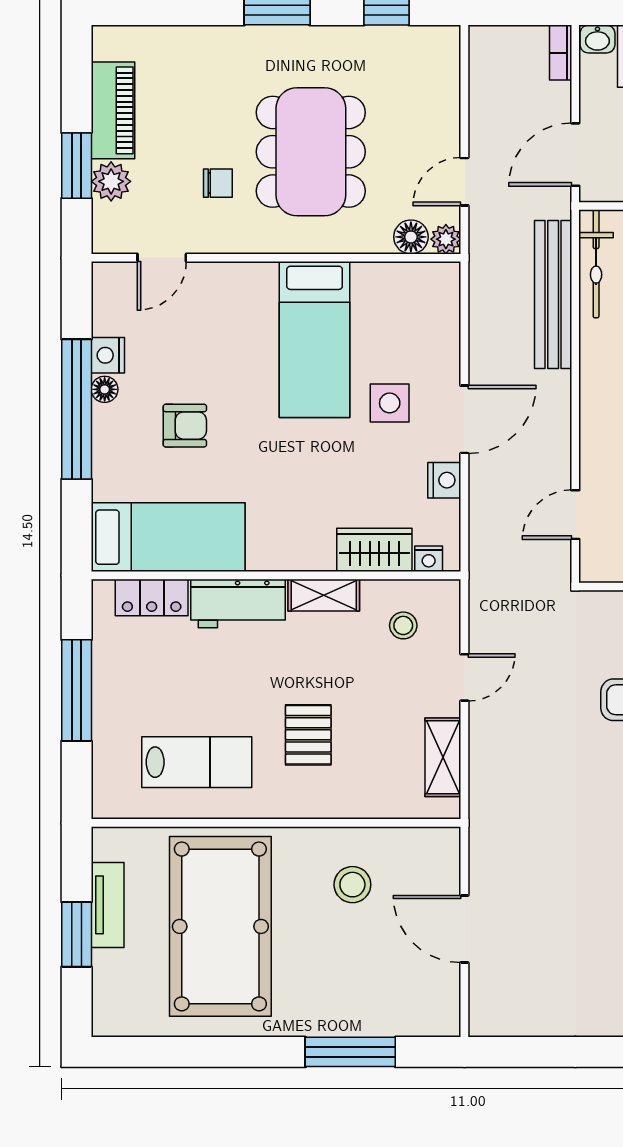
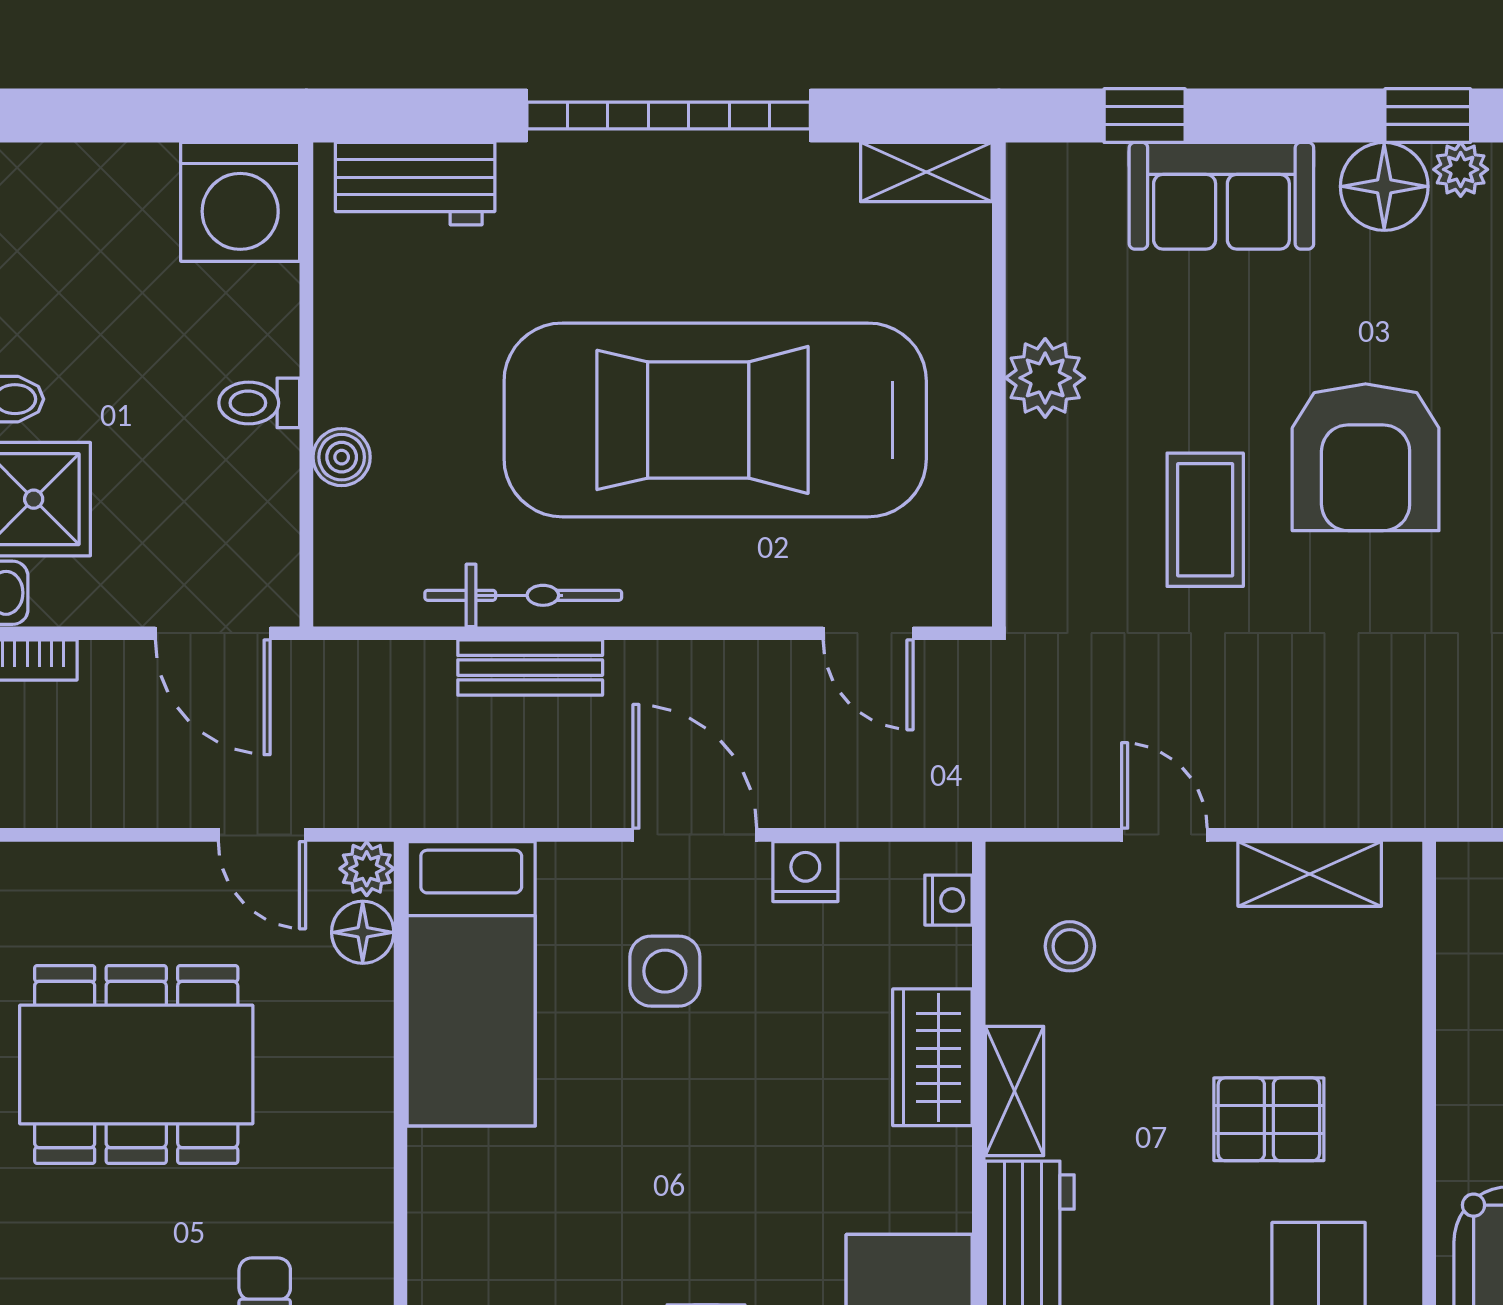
dining table: (311, 152) -> (136, 1064), moved
bicycle: (596, 264) -> (523, 595), moved
bench: (553, 295) -> (530, 668), width x0.54, depth x0.82
bed: (315, 339) -> (471, 984), moved, turned 90
wardrobe: (374, 550) -> (932, 1057), moved

